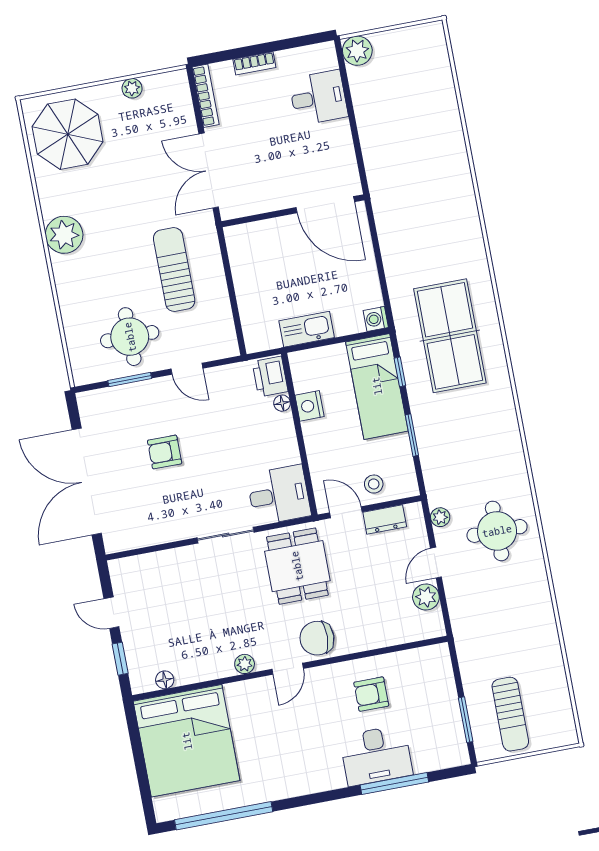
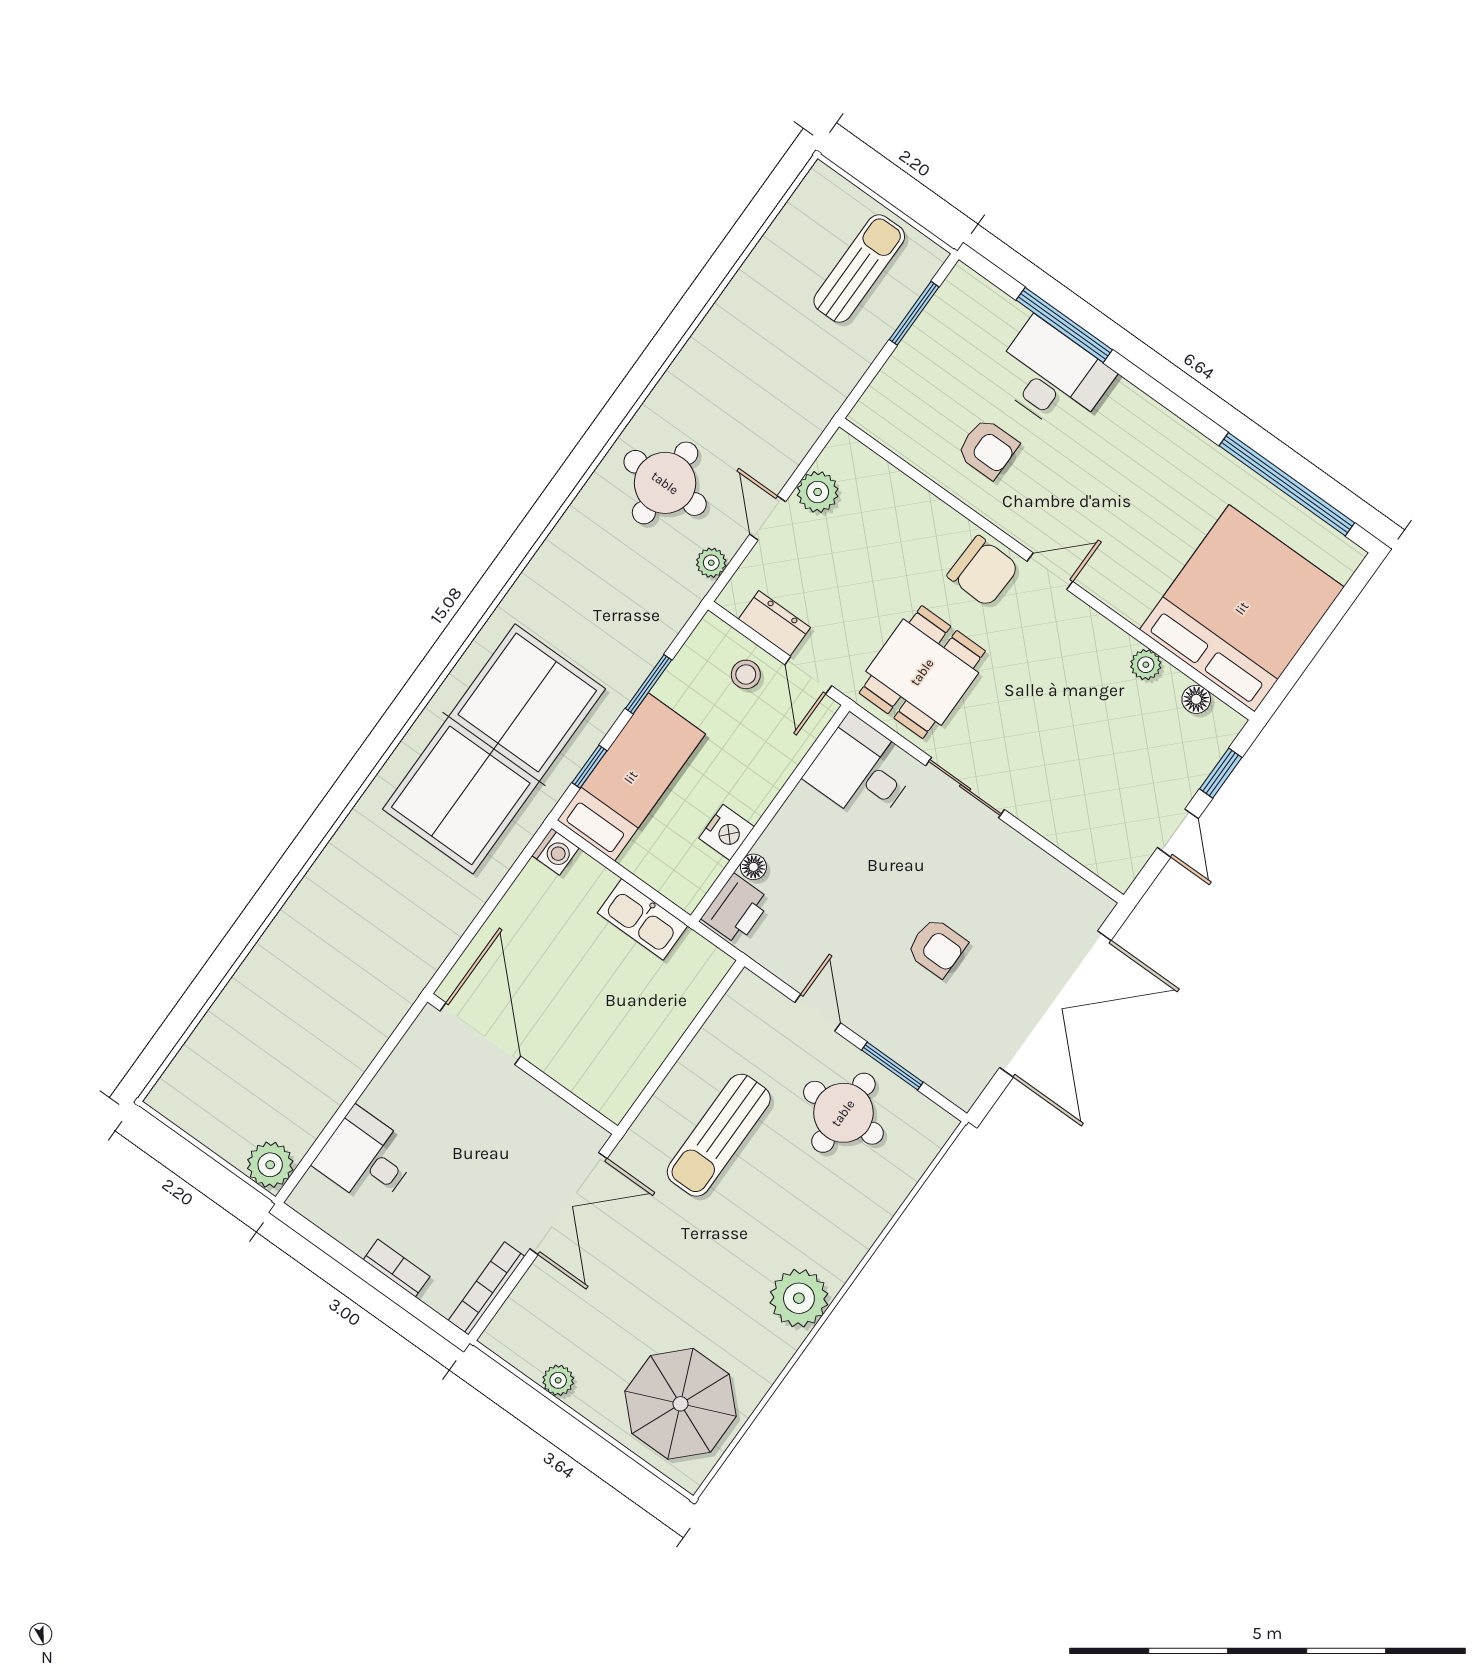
table tennis table: (450, 336) -> (494, 749), width x1.36, depth x1.32
door: (436, 563) -> (768, 518), swing flipped
plant: (245, 664) -> (1146, 665), moved

